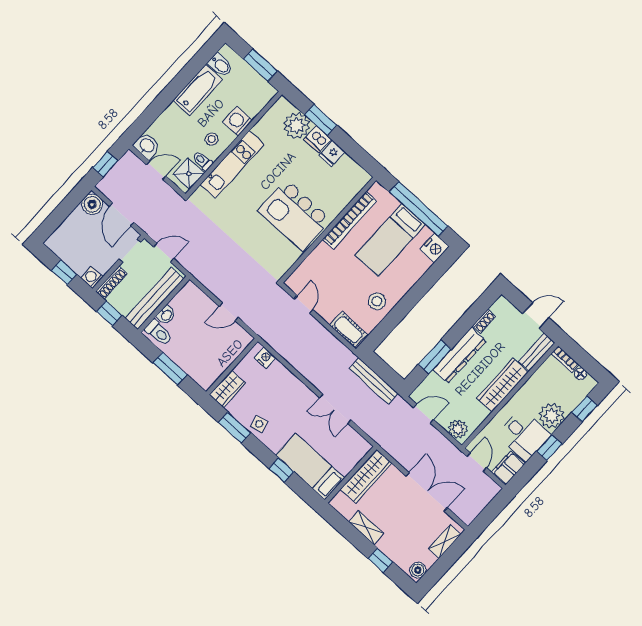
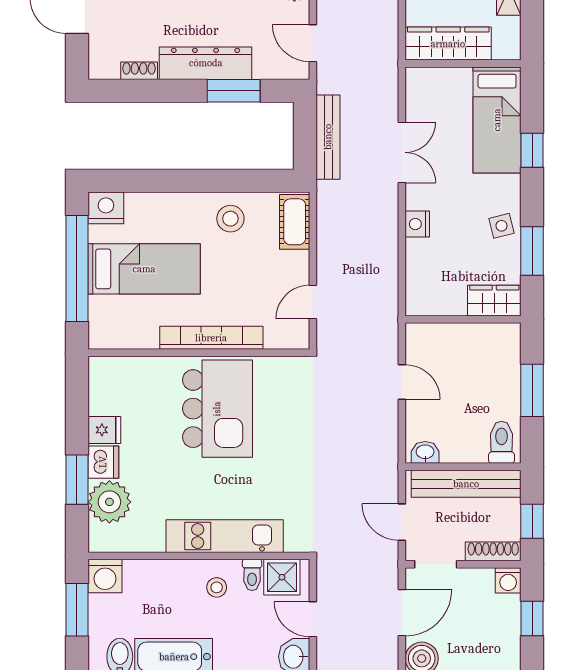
washing machine: (238, 121) -> (105, 576), moved
bookcase: (350, 220) -> (211, 338), moved
washbasin: (166, 315) -> (425, 452), moved
nightstand: (265, 358) -> (417, 224), moved

